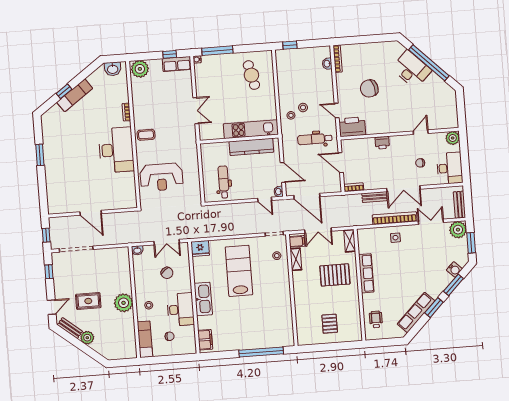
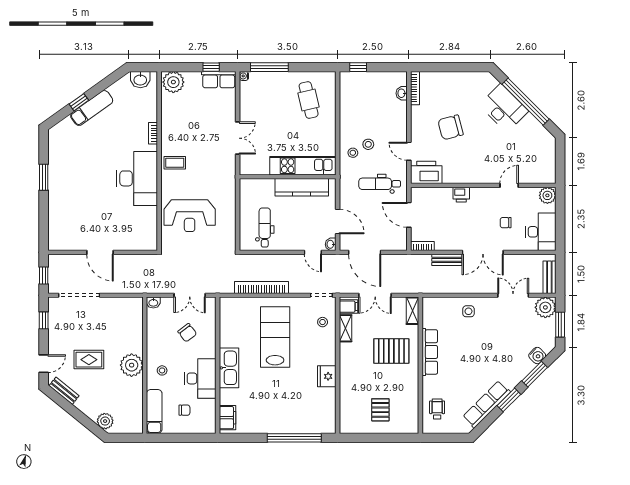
bookcase: (395, 218) -> (261, 287), moved
fridge: (200, 248) -> (327, 376), moved, turned 90
plant: (87, 338) -> (105, 421), moved

